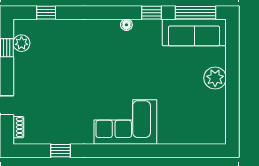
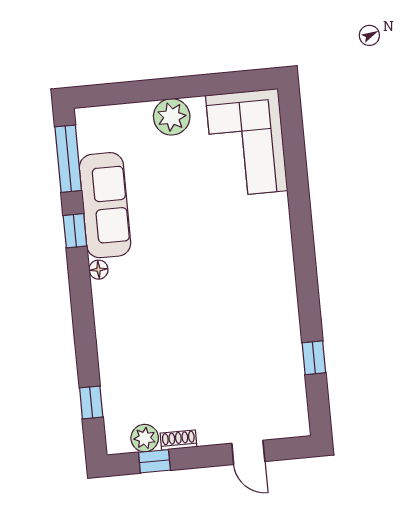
sofa: (194, 32) -> (105, 205), moved
corner sofa: (125, 122) -> (247, 143), moved
shoe rack: (18, 127) -> (179, 440), moved

